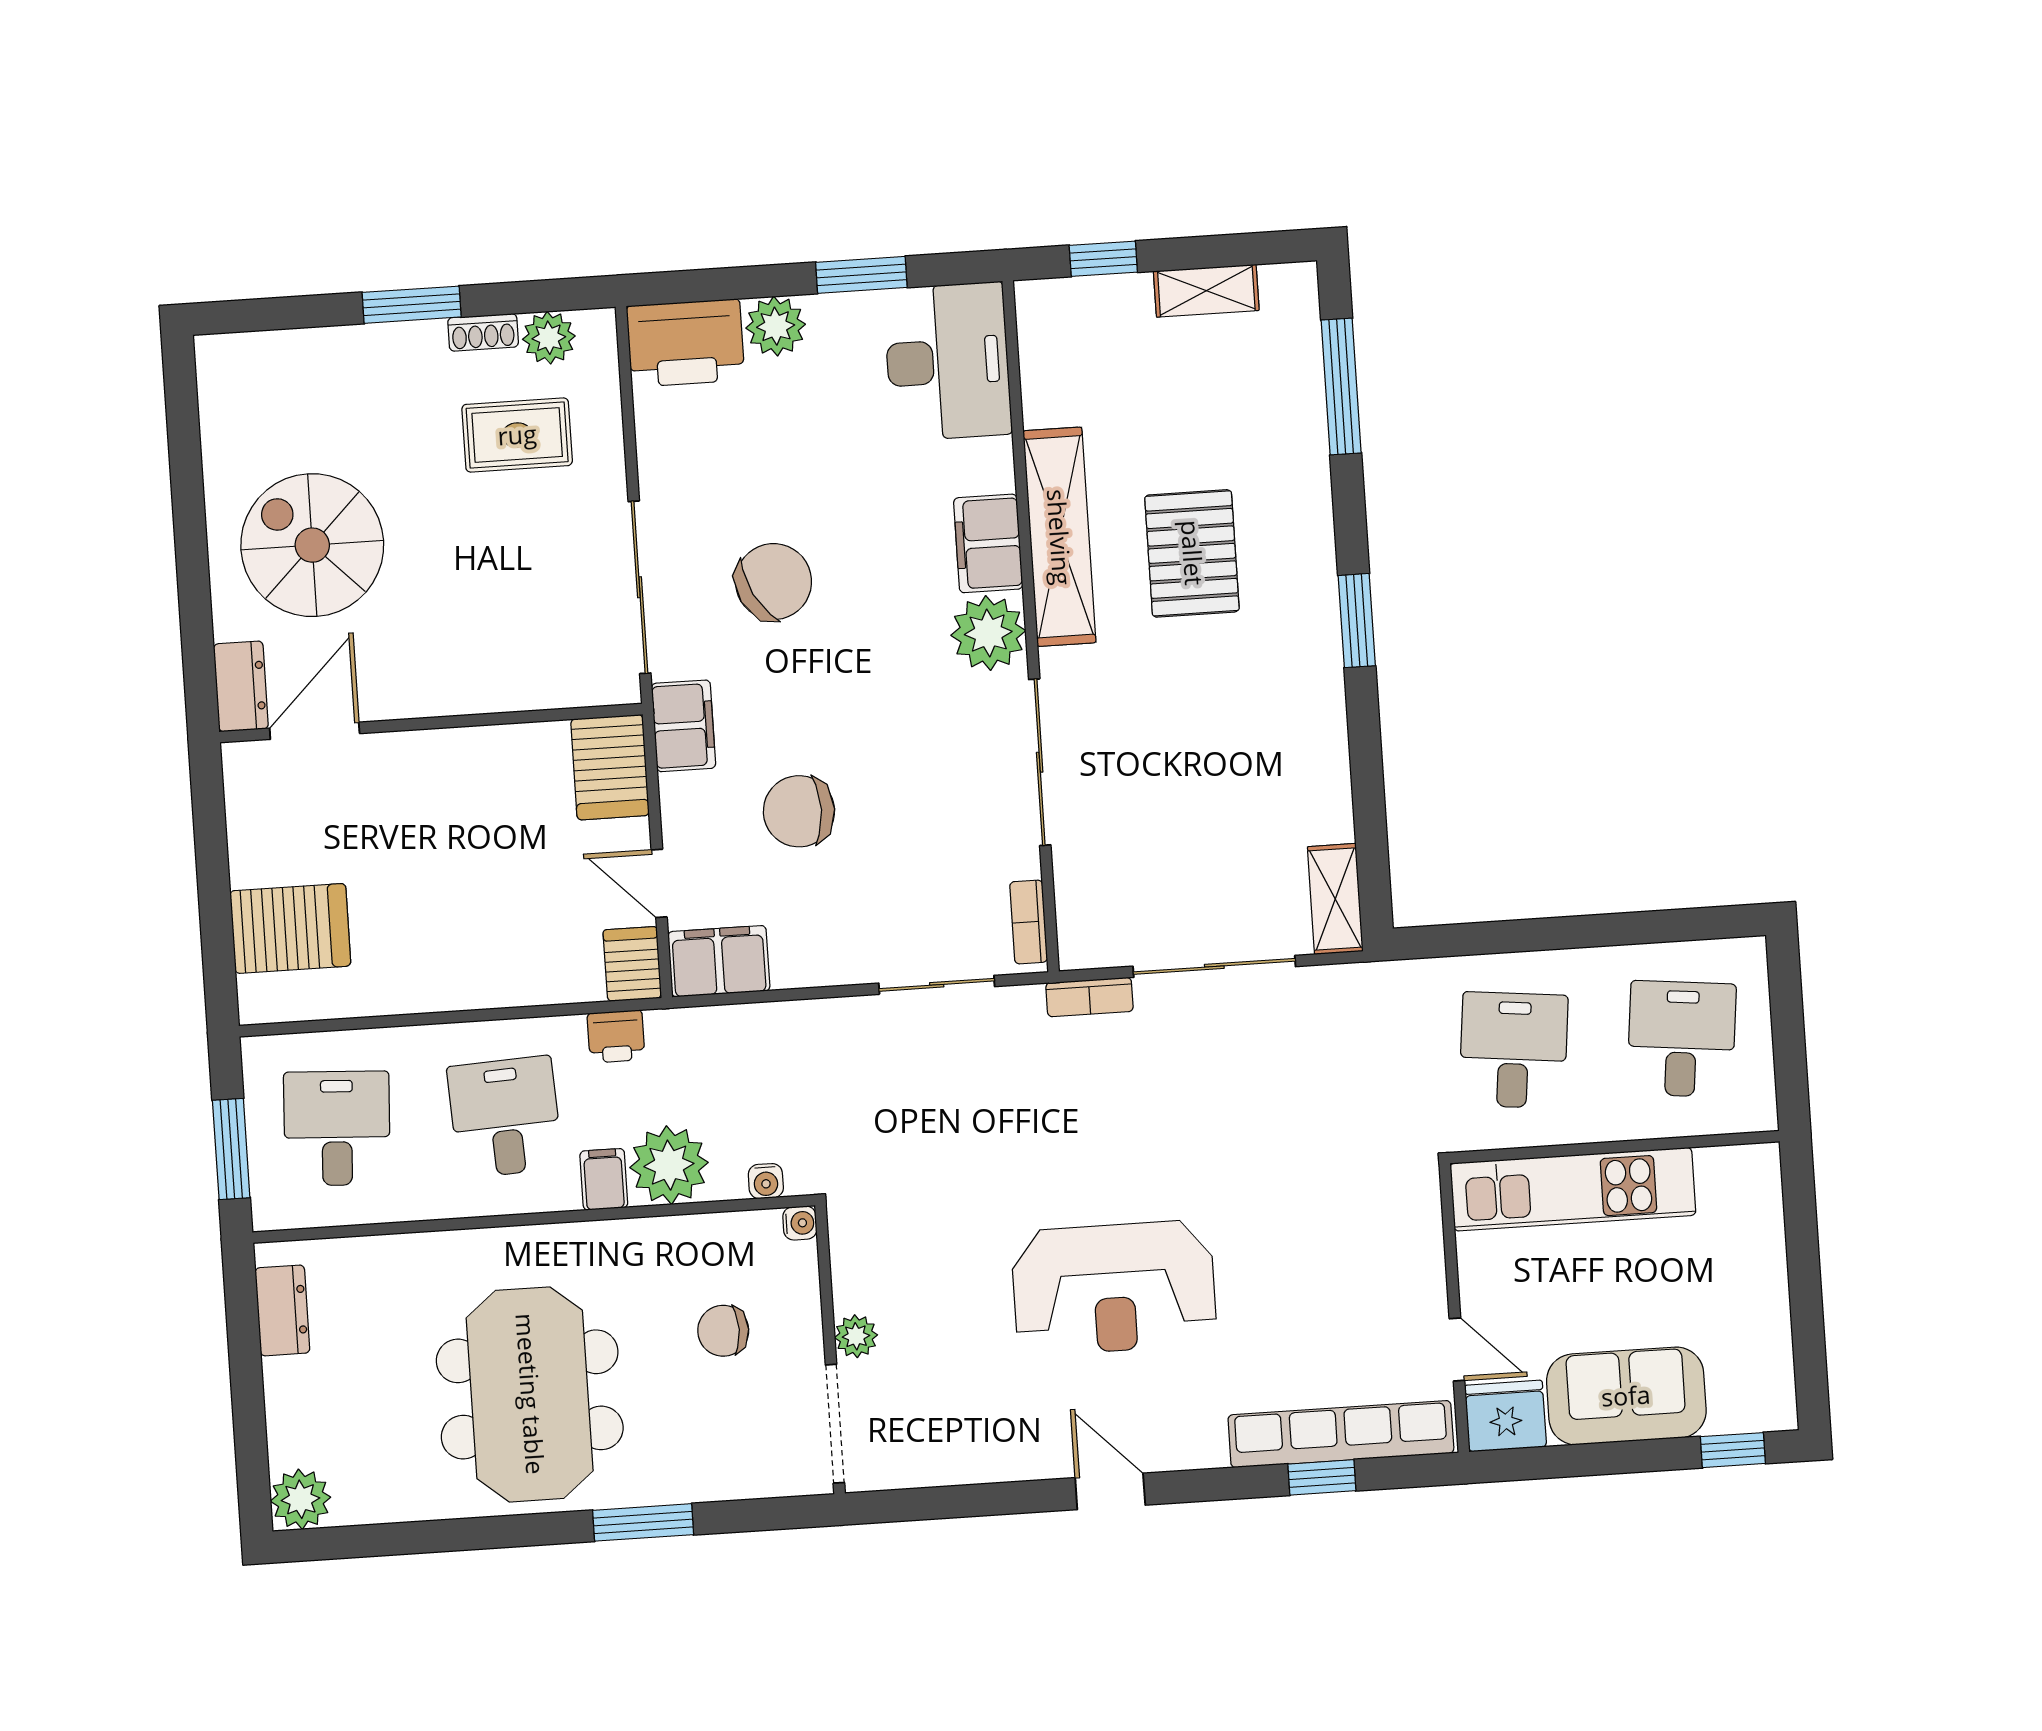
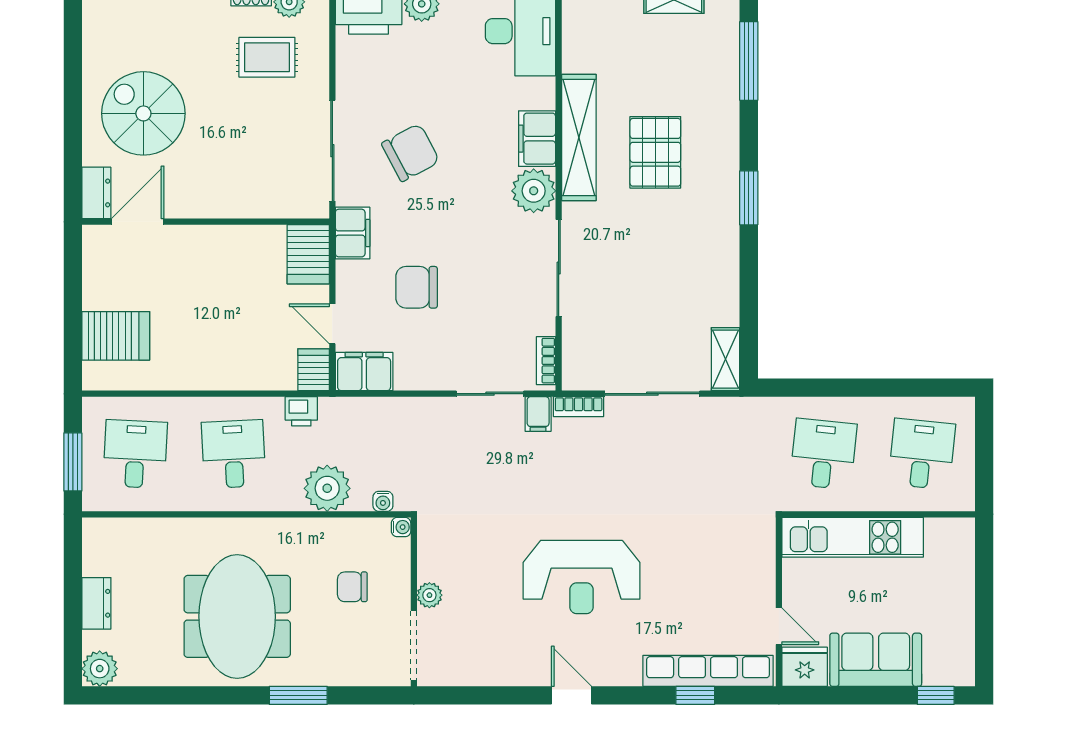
filing cabinet: (604, 1179) -> (538, 414), moved, turned 180
dresser: (282, 1310) -> (96, 603), moved

